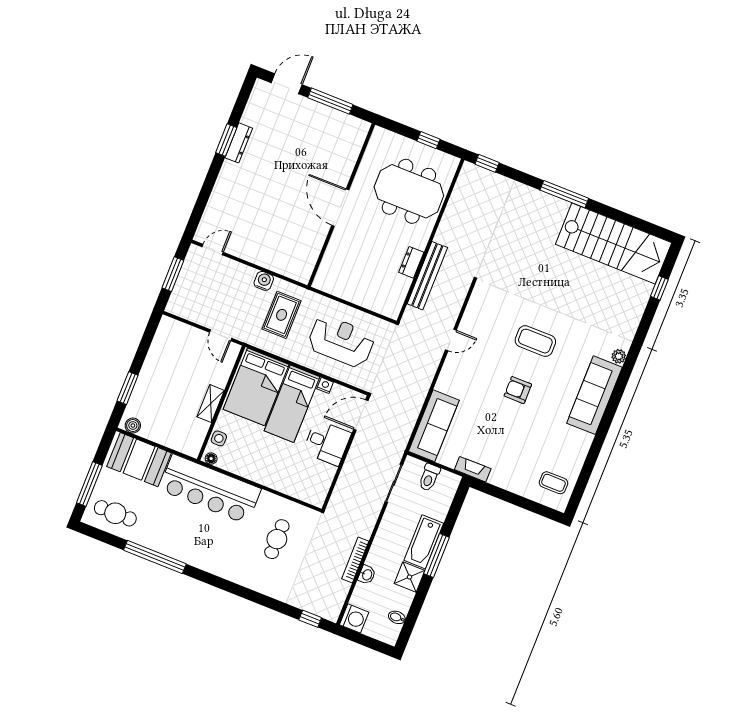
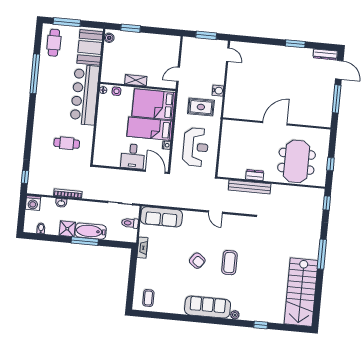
dresser: (239, 143) -> (325, 54), moved
window: (659, 288) -> (261, 325), moved
armchair: (518, 390) -> (197, 261), turned 127

